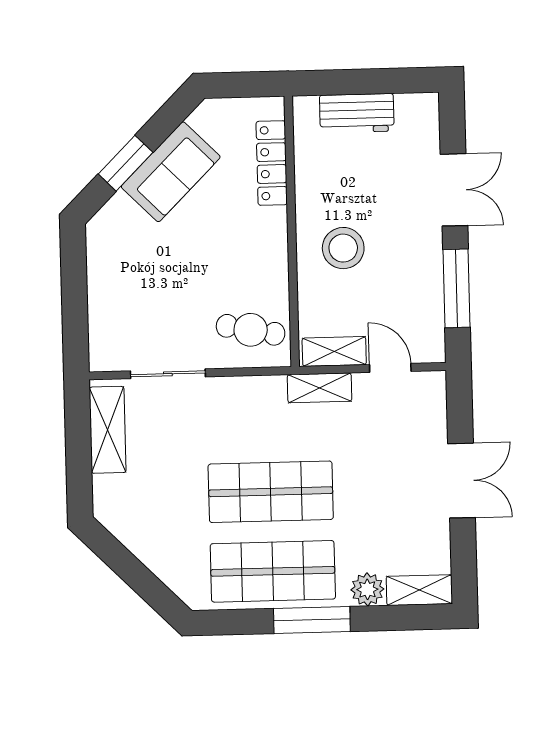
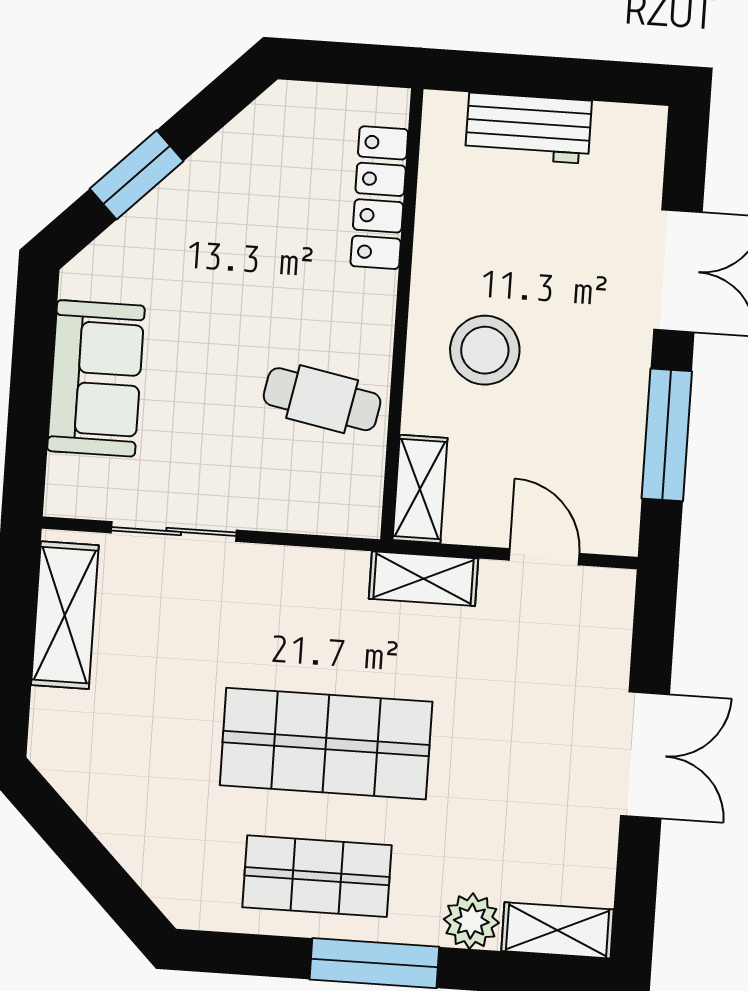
sofa: (171, 172) -> (96, 378), moved, turned -45
cafe table: (251, 330) -> (322, 399), moved
shelving: (334, 351) -> (420, 489), moved, turned 90
shop shelf: (273, 571) -> (317, 876), width x0.70, depth x0.74

